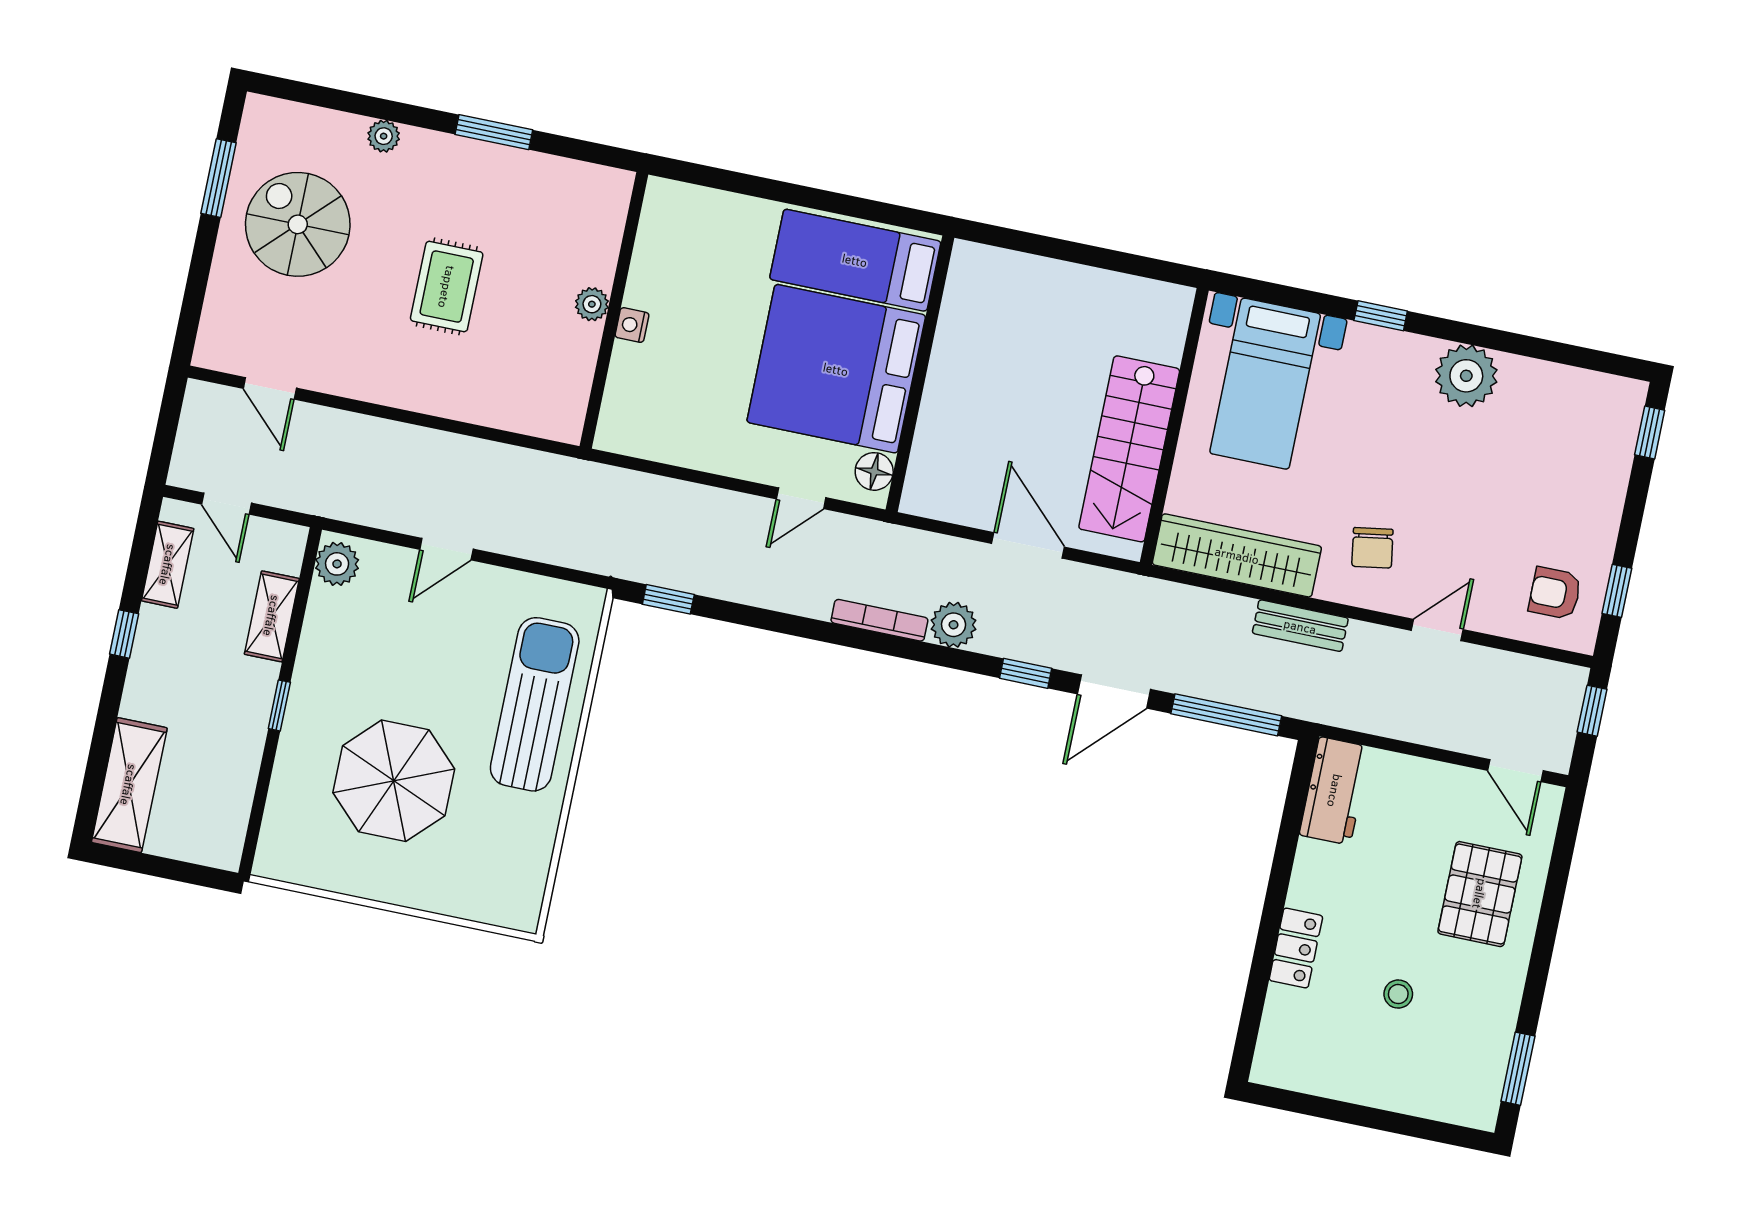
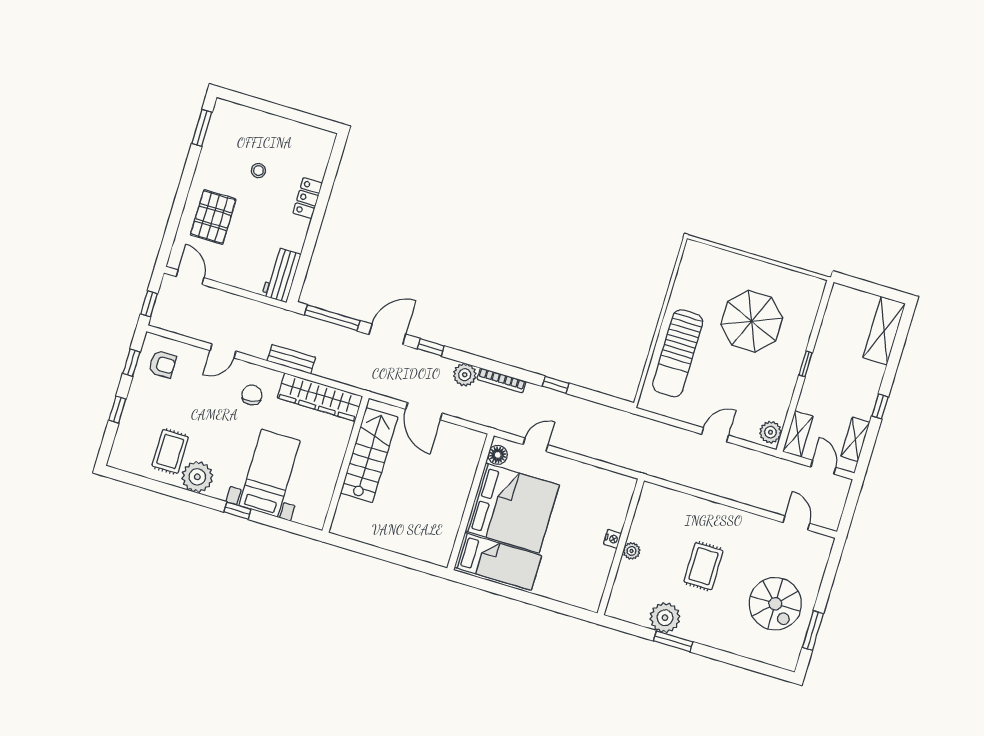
plant: (384, 136) -> (665, 618), moved, width x1.88, depth x1.88
bed with nightstands: (1265, 384) -> (269, 473), moved
rug: (1525, 422) -> (170, 451), added
window: (1650, 433) -> (117, 410), moved
window: (668, 599) -> (556, 385), moved
shelving: (272, 616) -> (798, 434), moved

